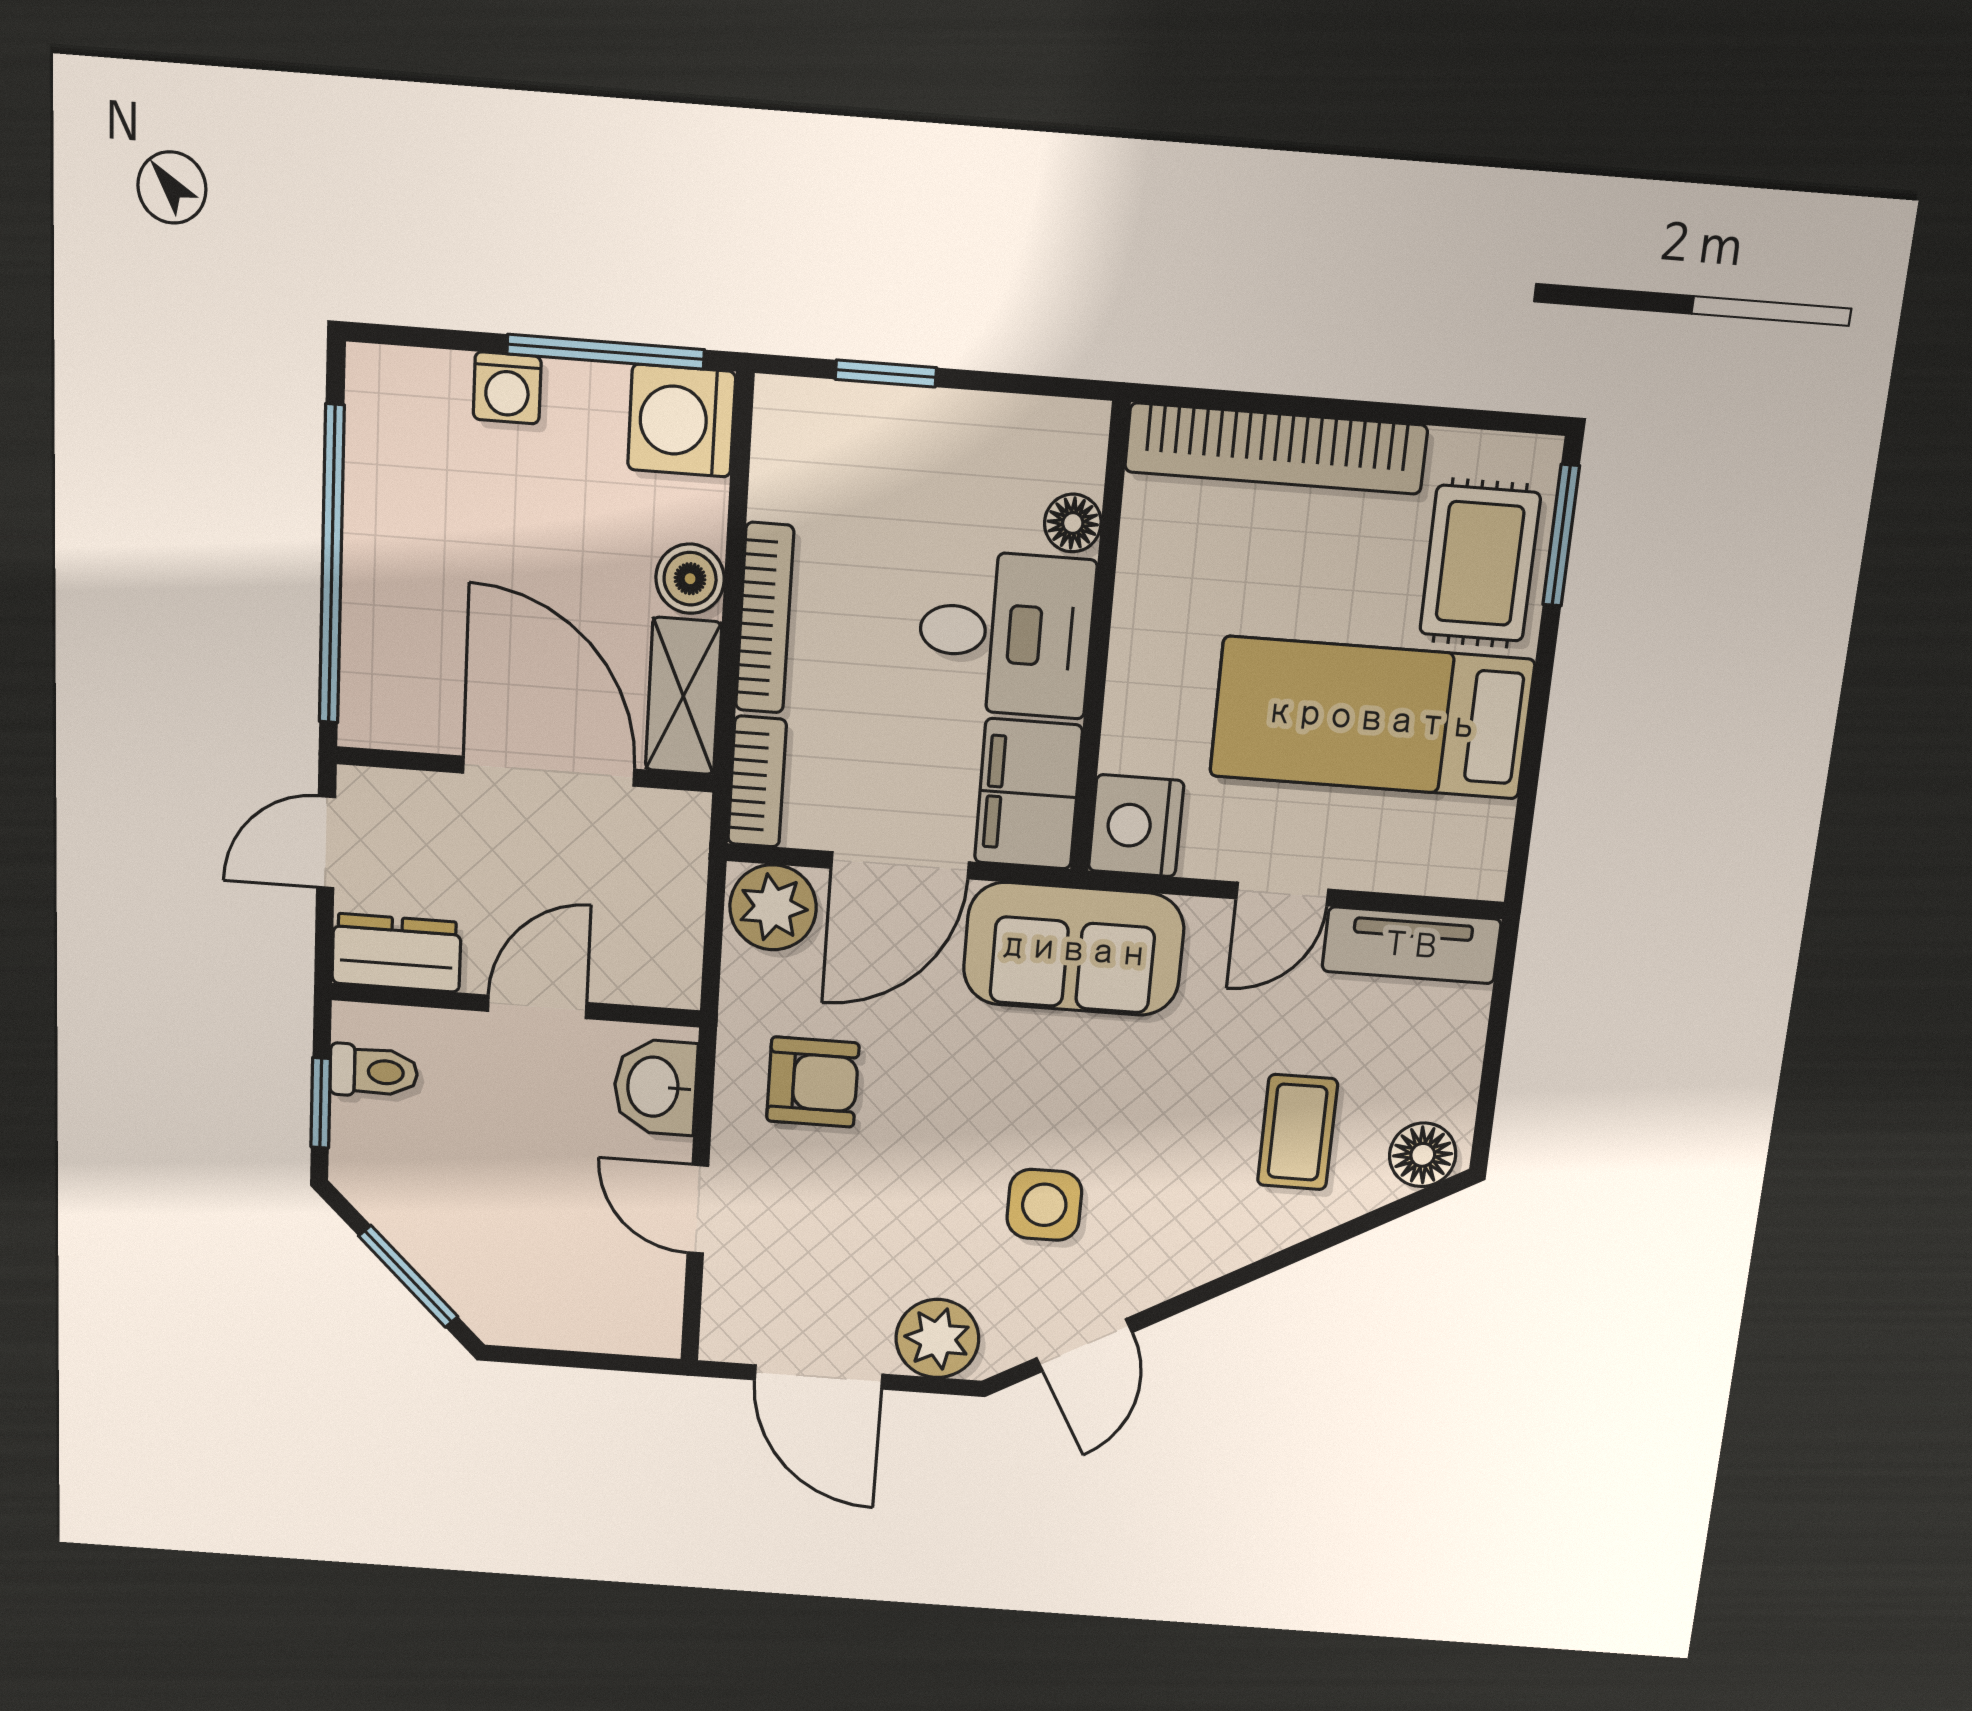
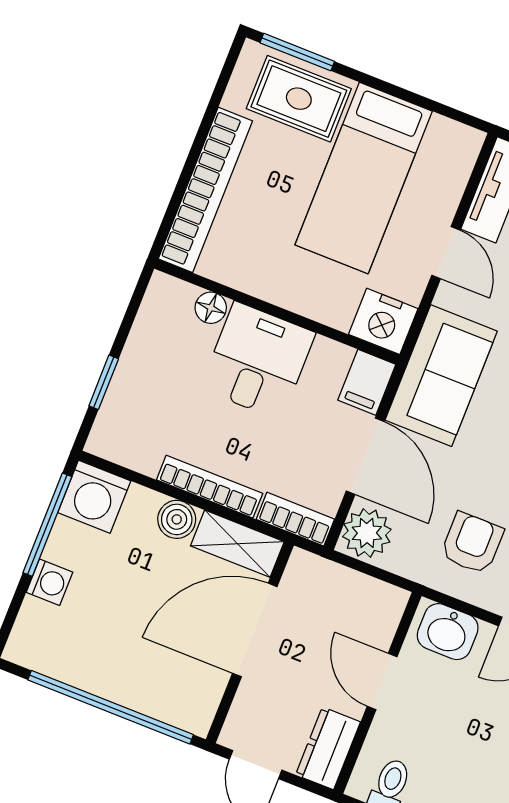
filing cabinet: (1028, 794) -> (367, 382), width x0.50

